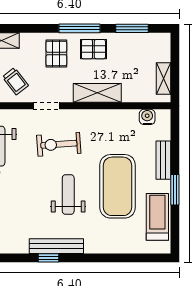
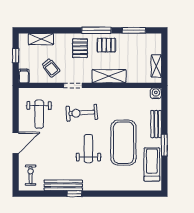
water cooler: (147, 117) -> (156, 93), moved
bench: (56, 246) -> (63, 185), moved

